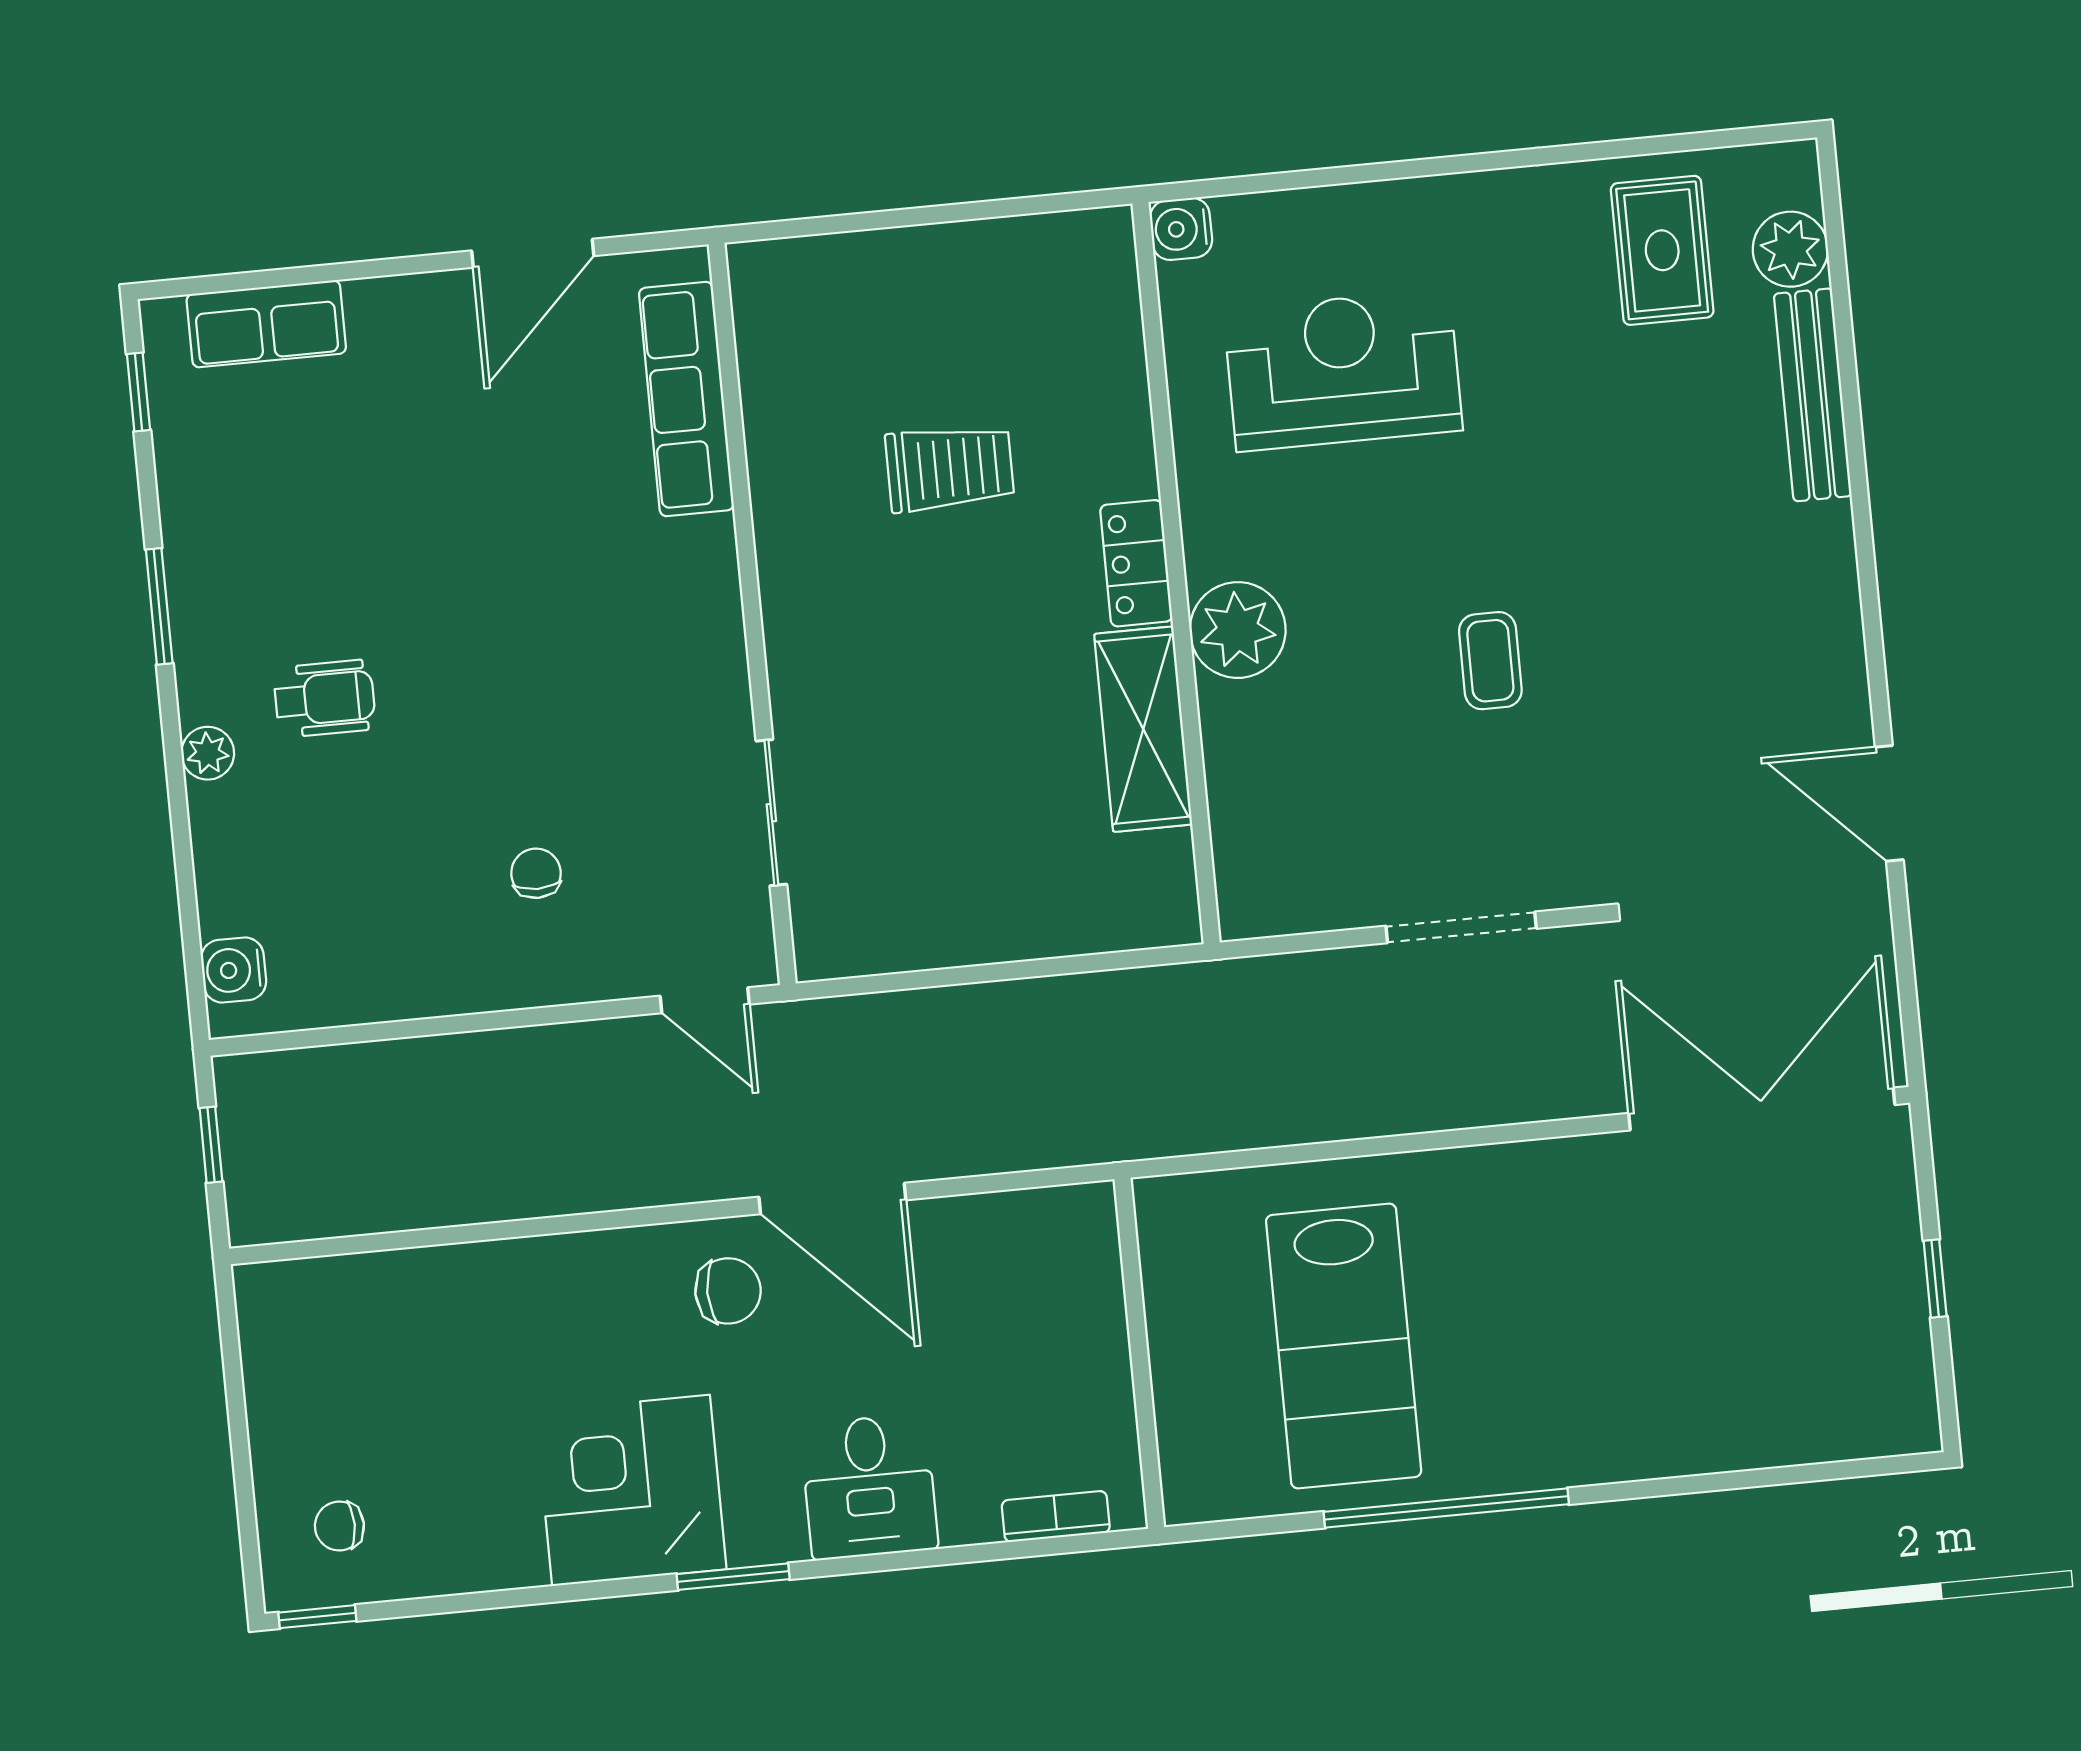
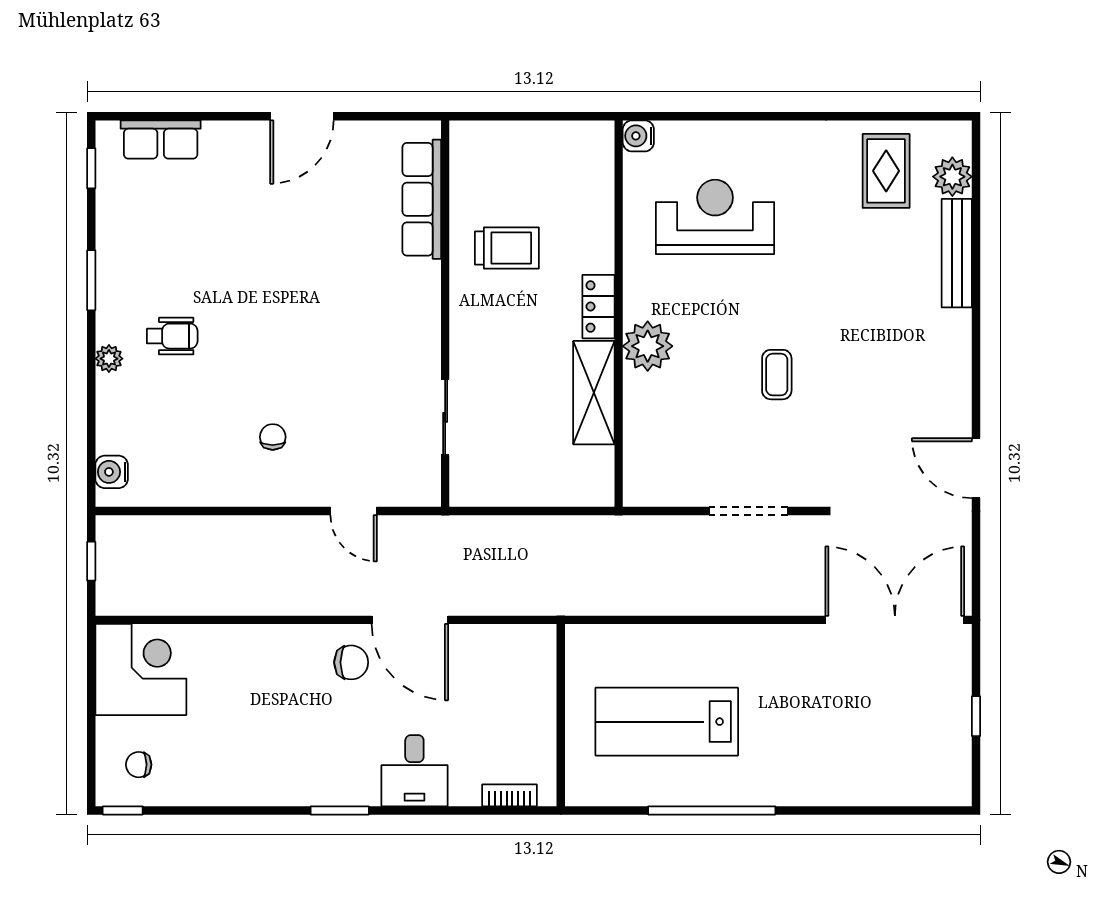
row of seats: (686, 399) -> (422, 199), moved
wall: (752, 614) -> (445, 314), moved
sliding door: (771, 813) -> (445, 417), moved
lab bench: (1344, 1346) -> (667, 722), turned 90
corner desk: (631, 1490) -> (141, 669), moved, turned 90

